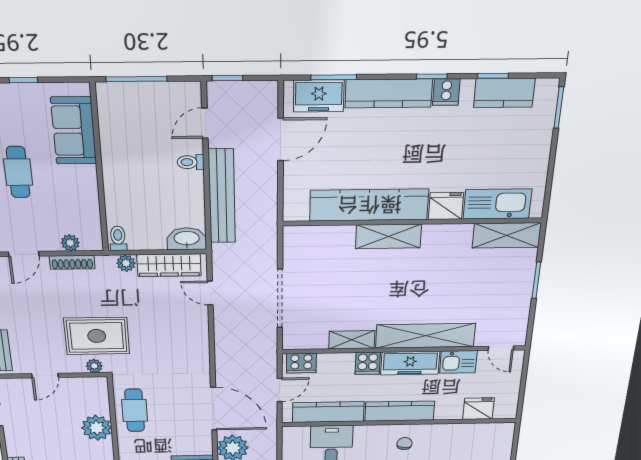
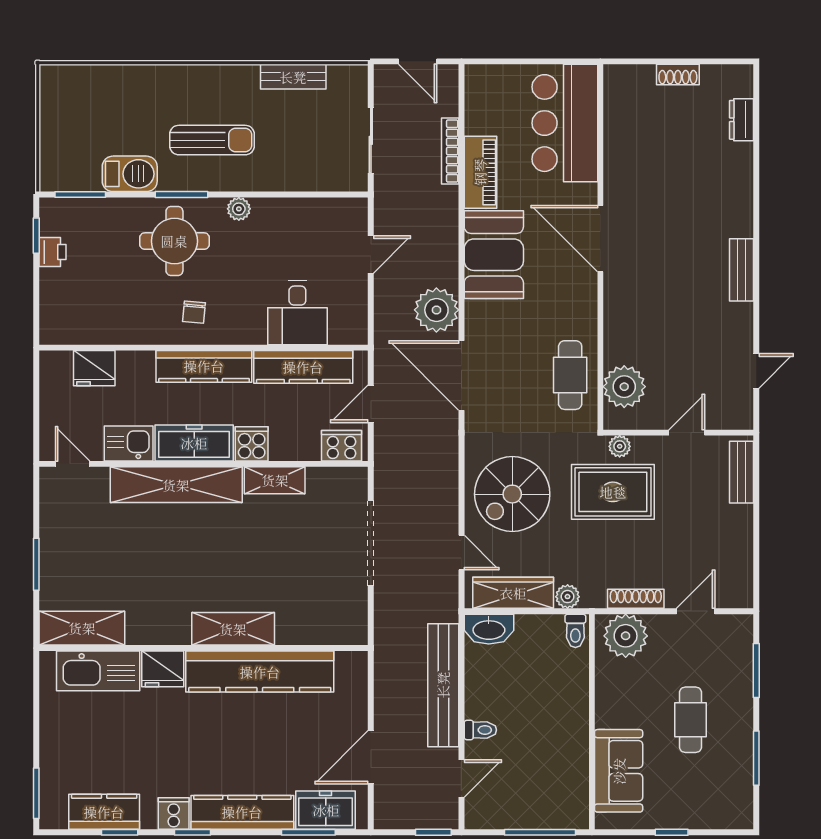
plant: (70, 243) -> (626, 636), width x1.87, depth x1.87
spiral stairs: (173, 333) -> (512, 494), added
plant: (97, 428) -> (624, 387), moved

